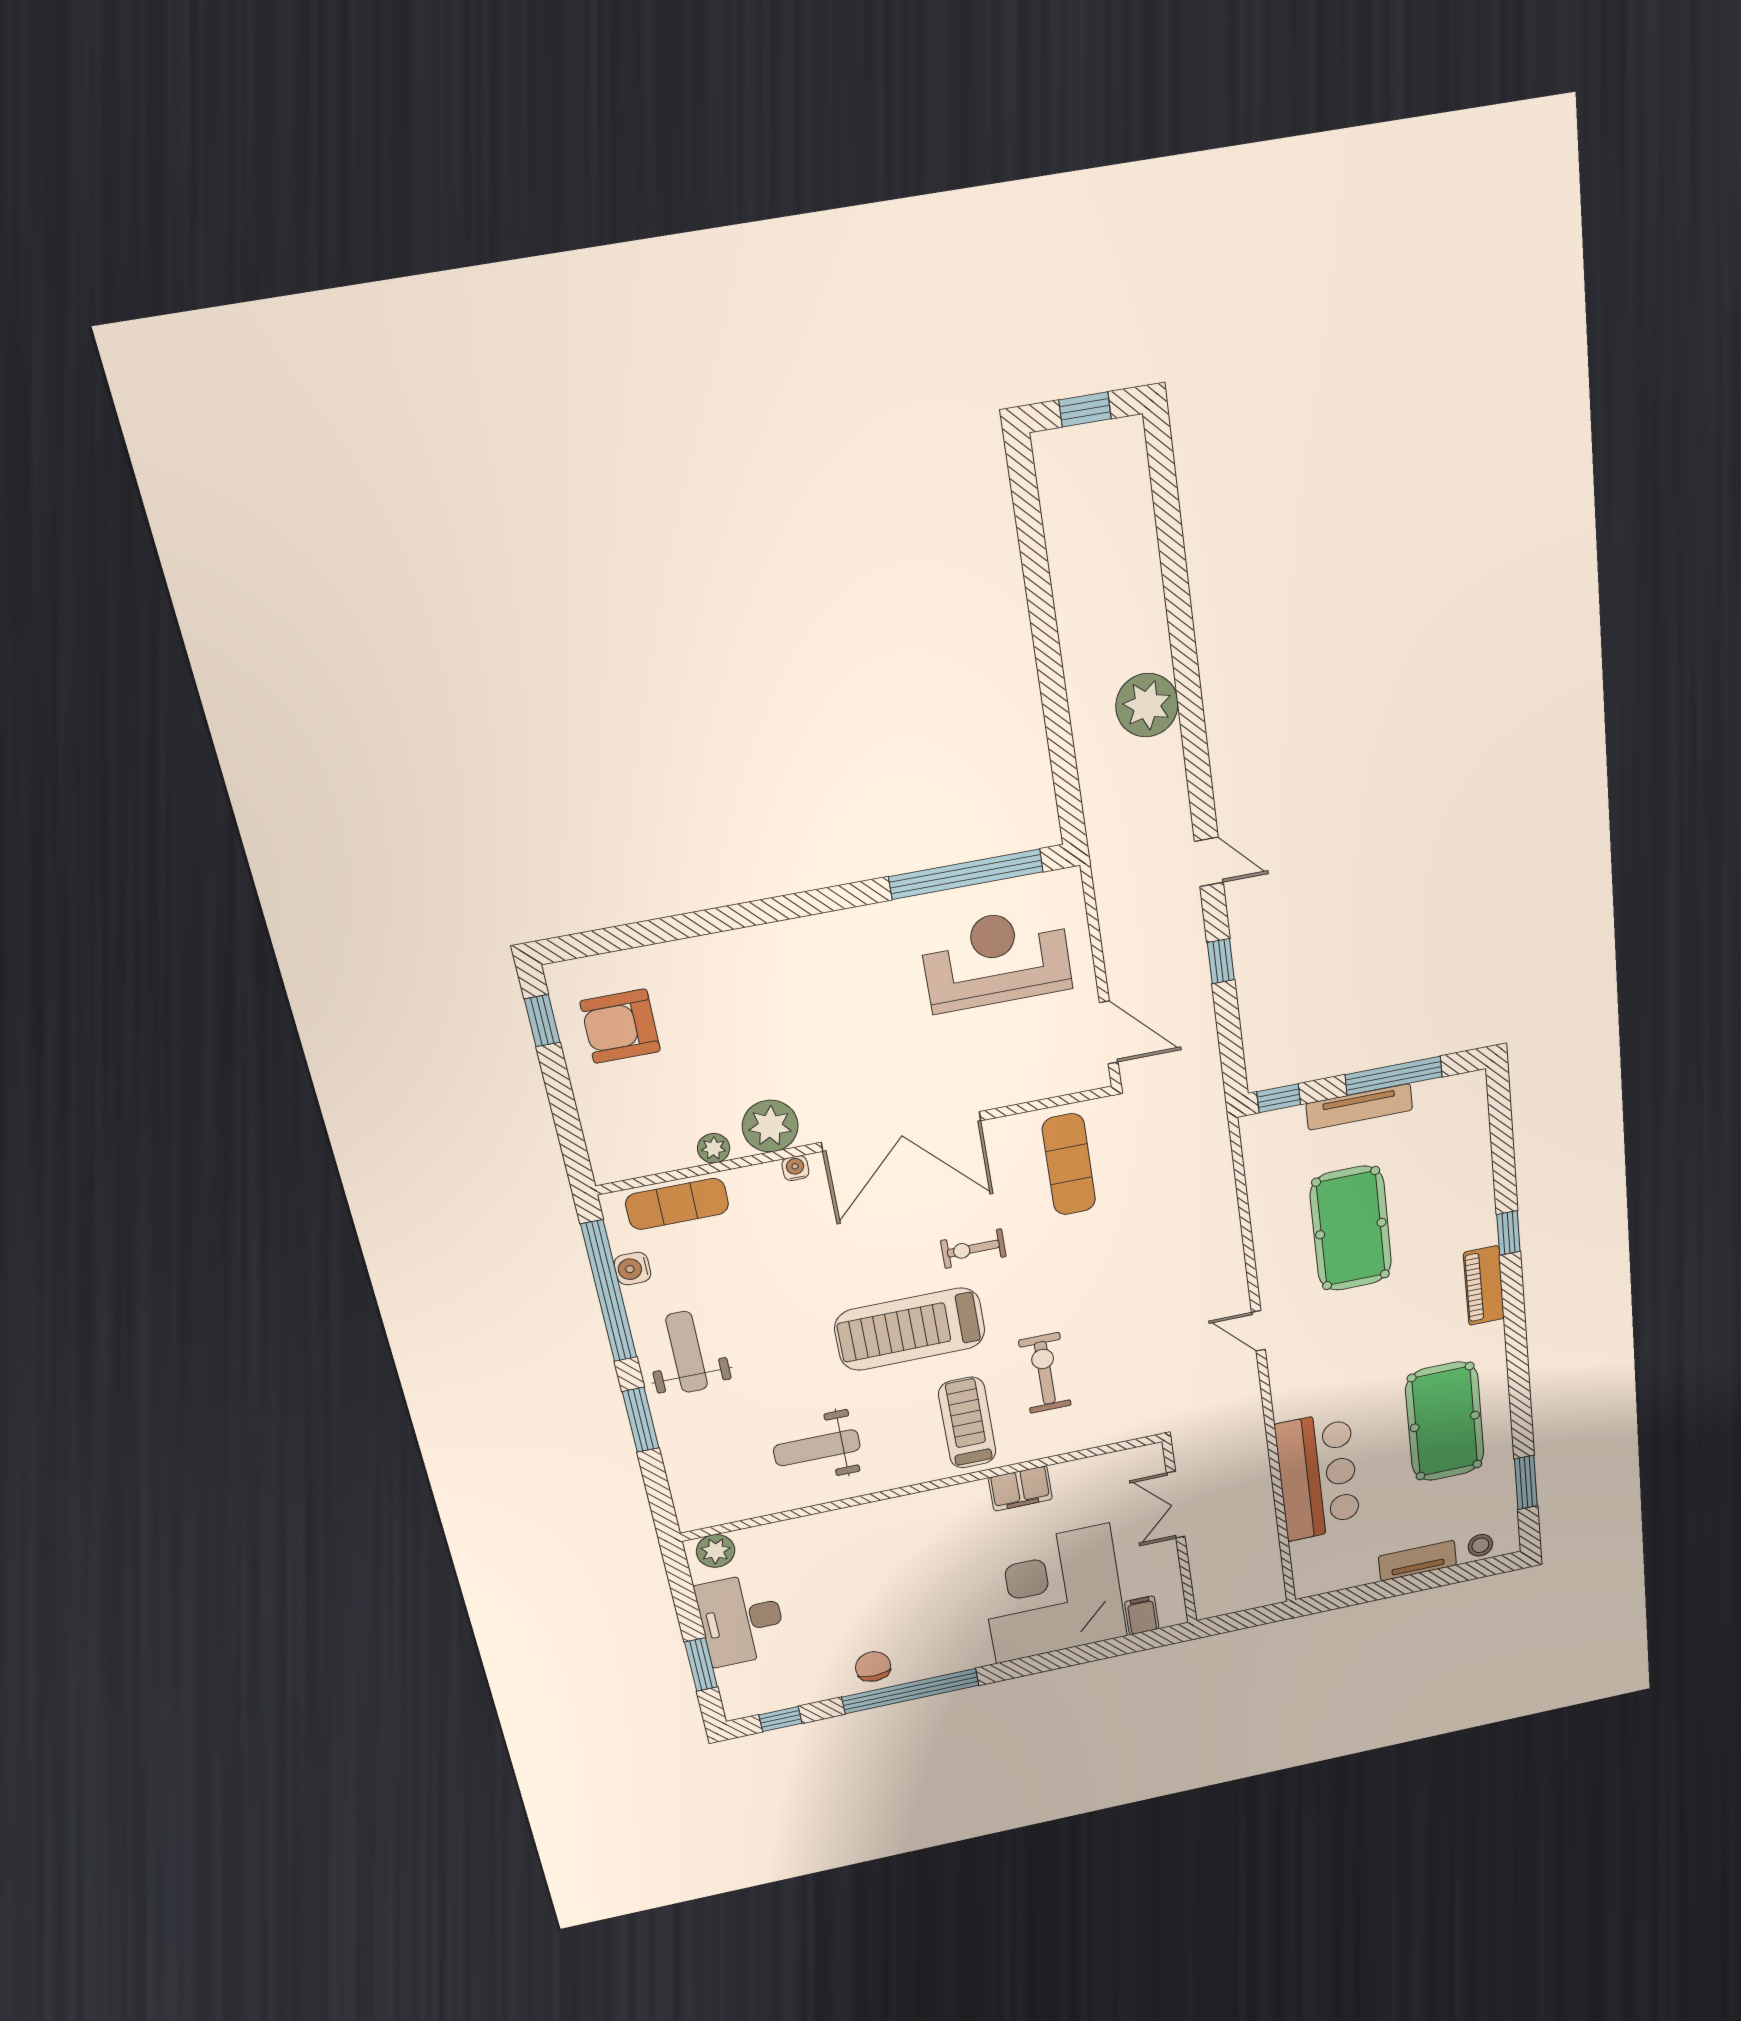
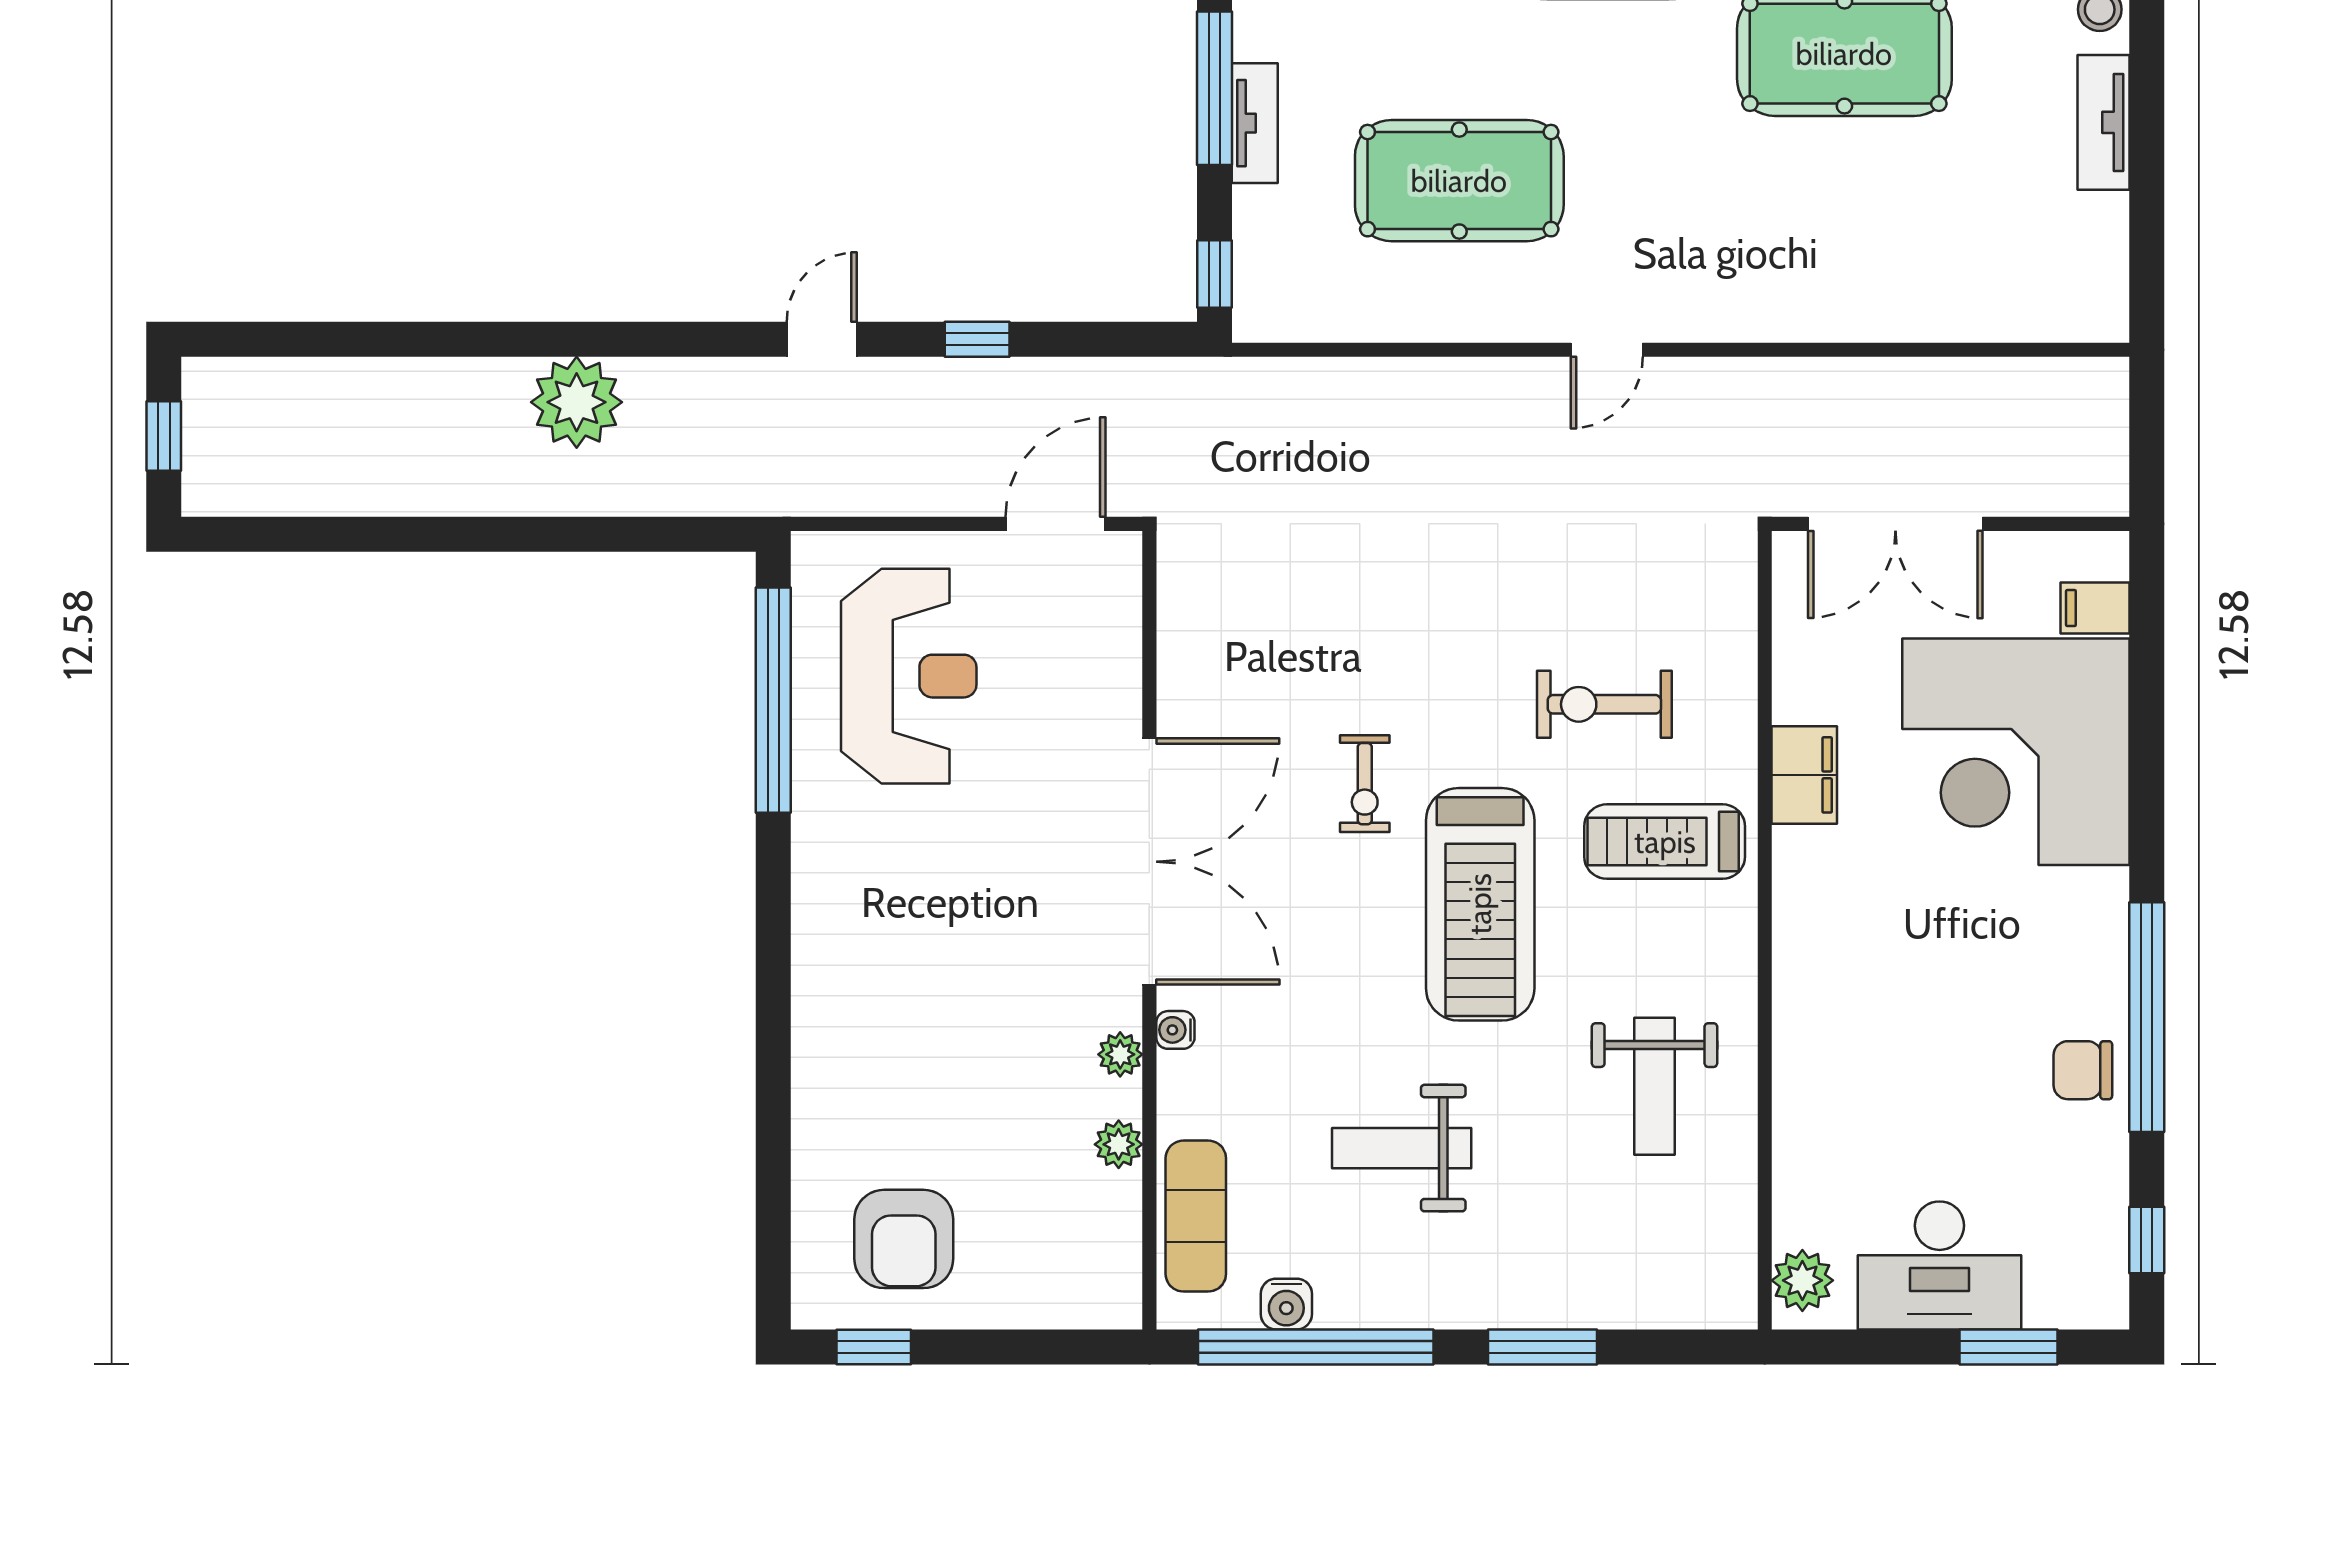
reception desk: (996, 959) -> (909, 676), turned 180
tv unit: (1359, 1107) -> (1255, 123), width x0.71
plant: (770, 1126) -> (1120, 1054), width x0.53, depth x0.53
exercise mat: (1069, 1164) -> (1256, 615), removed
weight bench: (687, 1352) -> (1402, 1148), moved
bar counter: (1318, 1476) -> (1897, 279), removed
double door: (1176, 1505) -> (1895, 524), width x1.37

